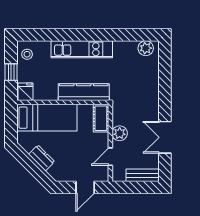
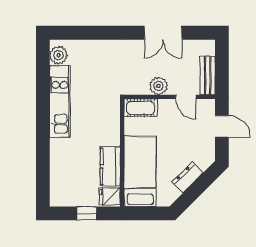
kitchen unit: (82, 49) -> (60, 102), moved
stool: (27, 54) -> (66, 195), removed
kitchen counter: (84, 92) -> (110, 166), moved, width x0.67
bench: (143, 175) -> (208, 75), moved

